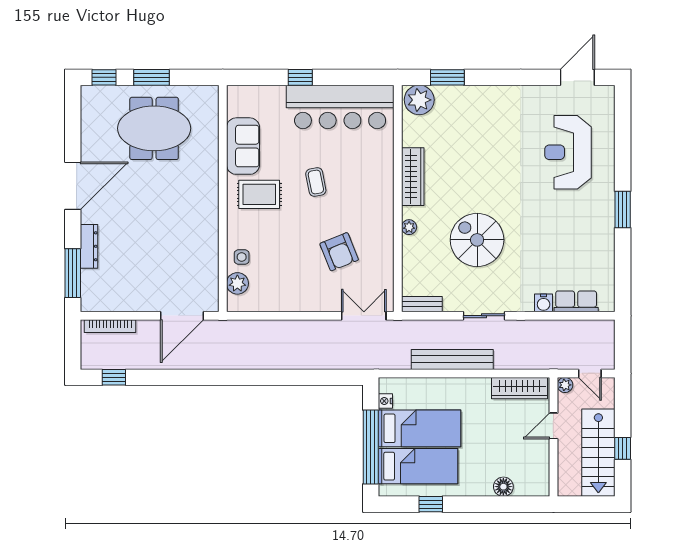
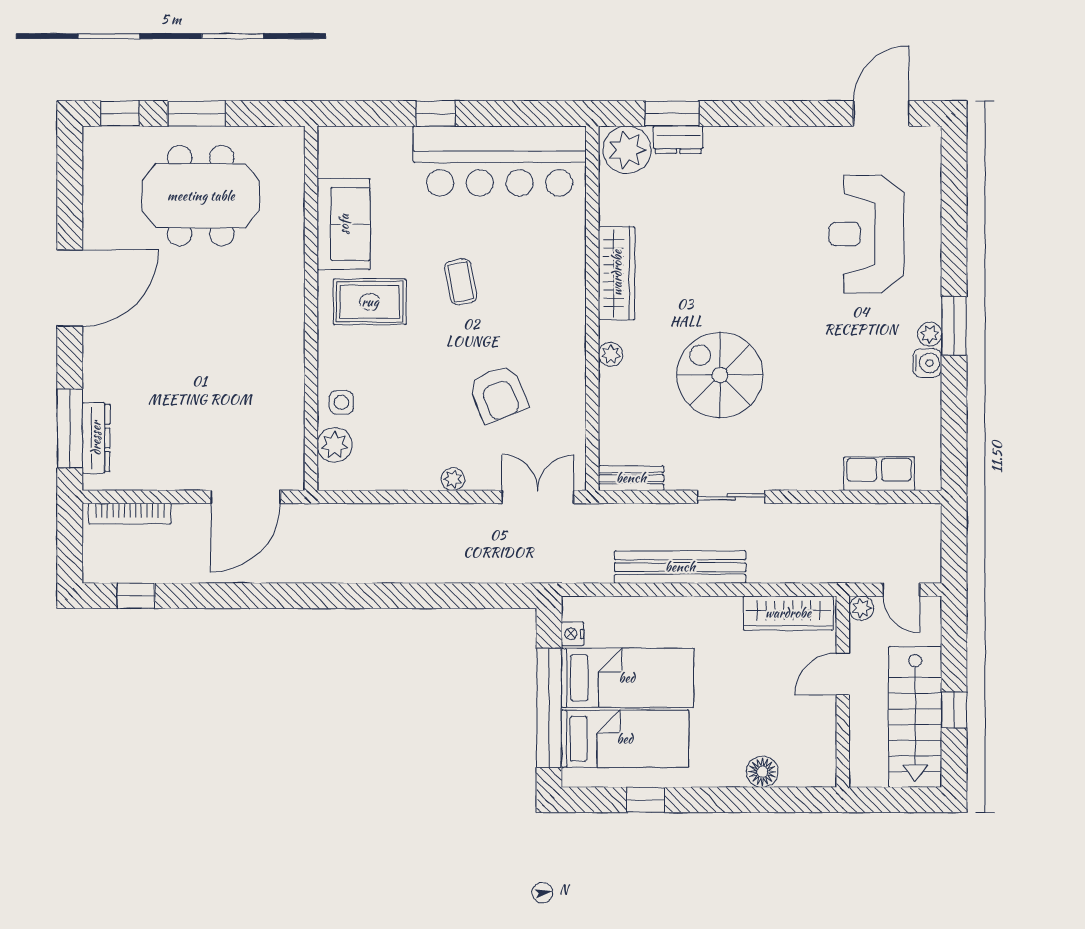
dresser: (451, 94) -> (678, 140), added
plant: (608, 215) -> (930, 334), added
dresser: (89, 246) -> (96, 438), moved
water cooler: (544, 303) -> (927, 363), moved, turned -90
plant: (311, 305) -> (453, 479), added

